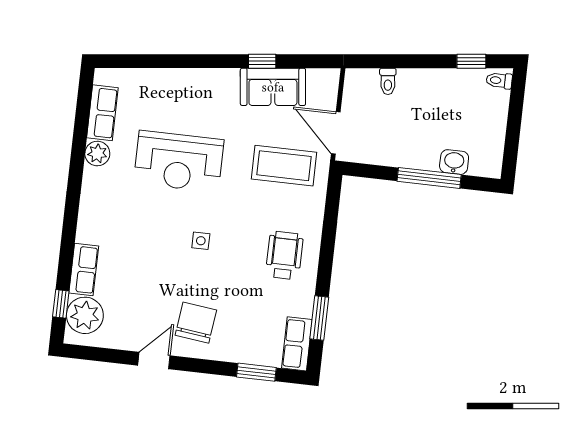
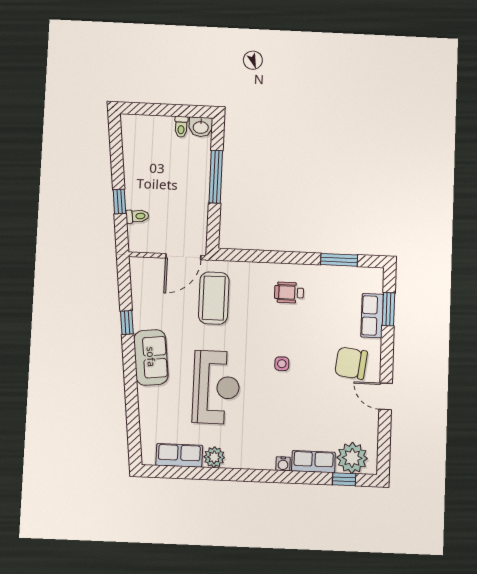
window: (471, 61) -> (119, 202), moved
toilet: (499, 80) -> (181, 127), moved
sofa: (273, 87) -> (151, 357), moved
washbasin: (454, 162) -> (201, 127), moved, turned -90
water cooler: (84, 234) -> (283, 464), added
wheelchair: (284, 255) -> (289, 293), width x0.73, depth x0.73
row of seats: (297, 344) -> (372, 316), moved, turned 90

